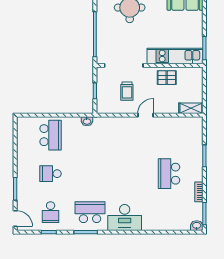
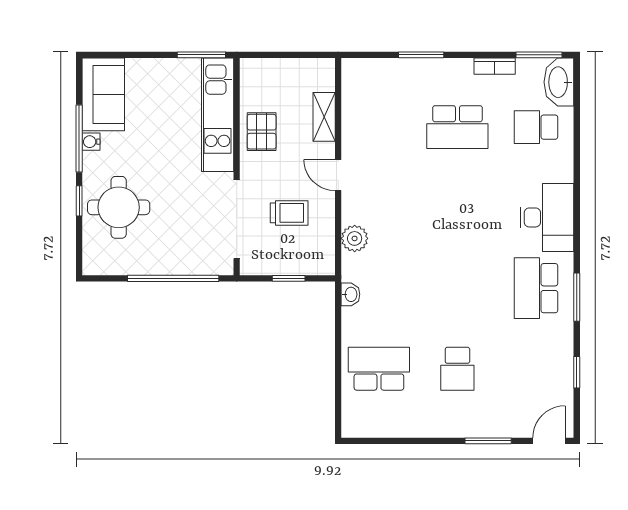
shelving: (191, 108) -> (324, 117), moved
plant: (114, 123) -> (355, 238), added
school desk: (51, 212) -> (536, 127), moved, turned 180
washbasin: (197, 226) -> (559, 82), width x1.91, depth x1.45

